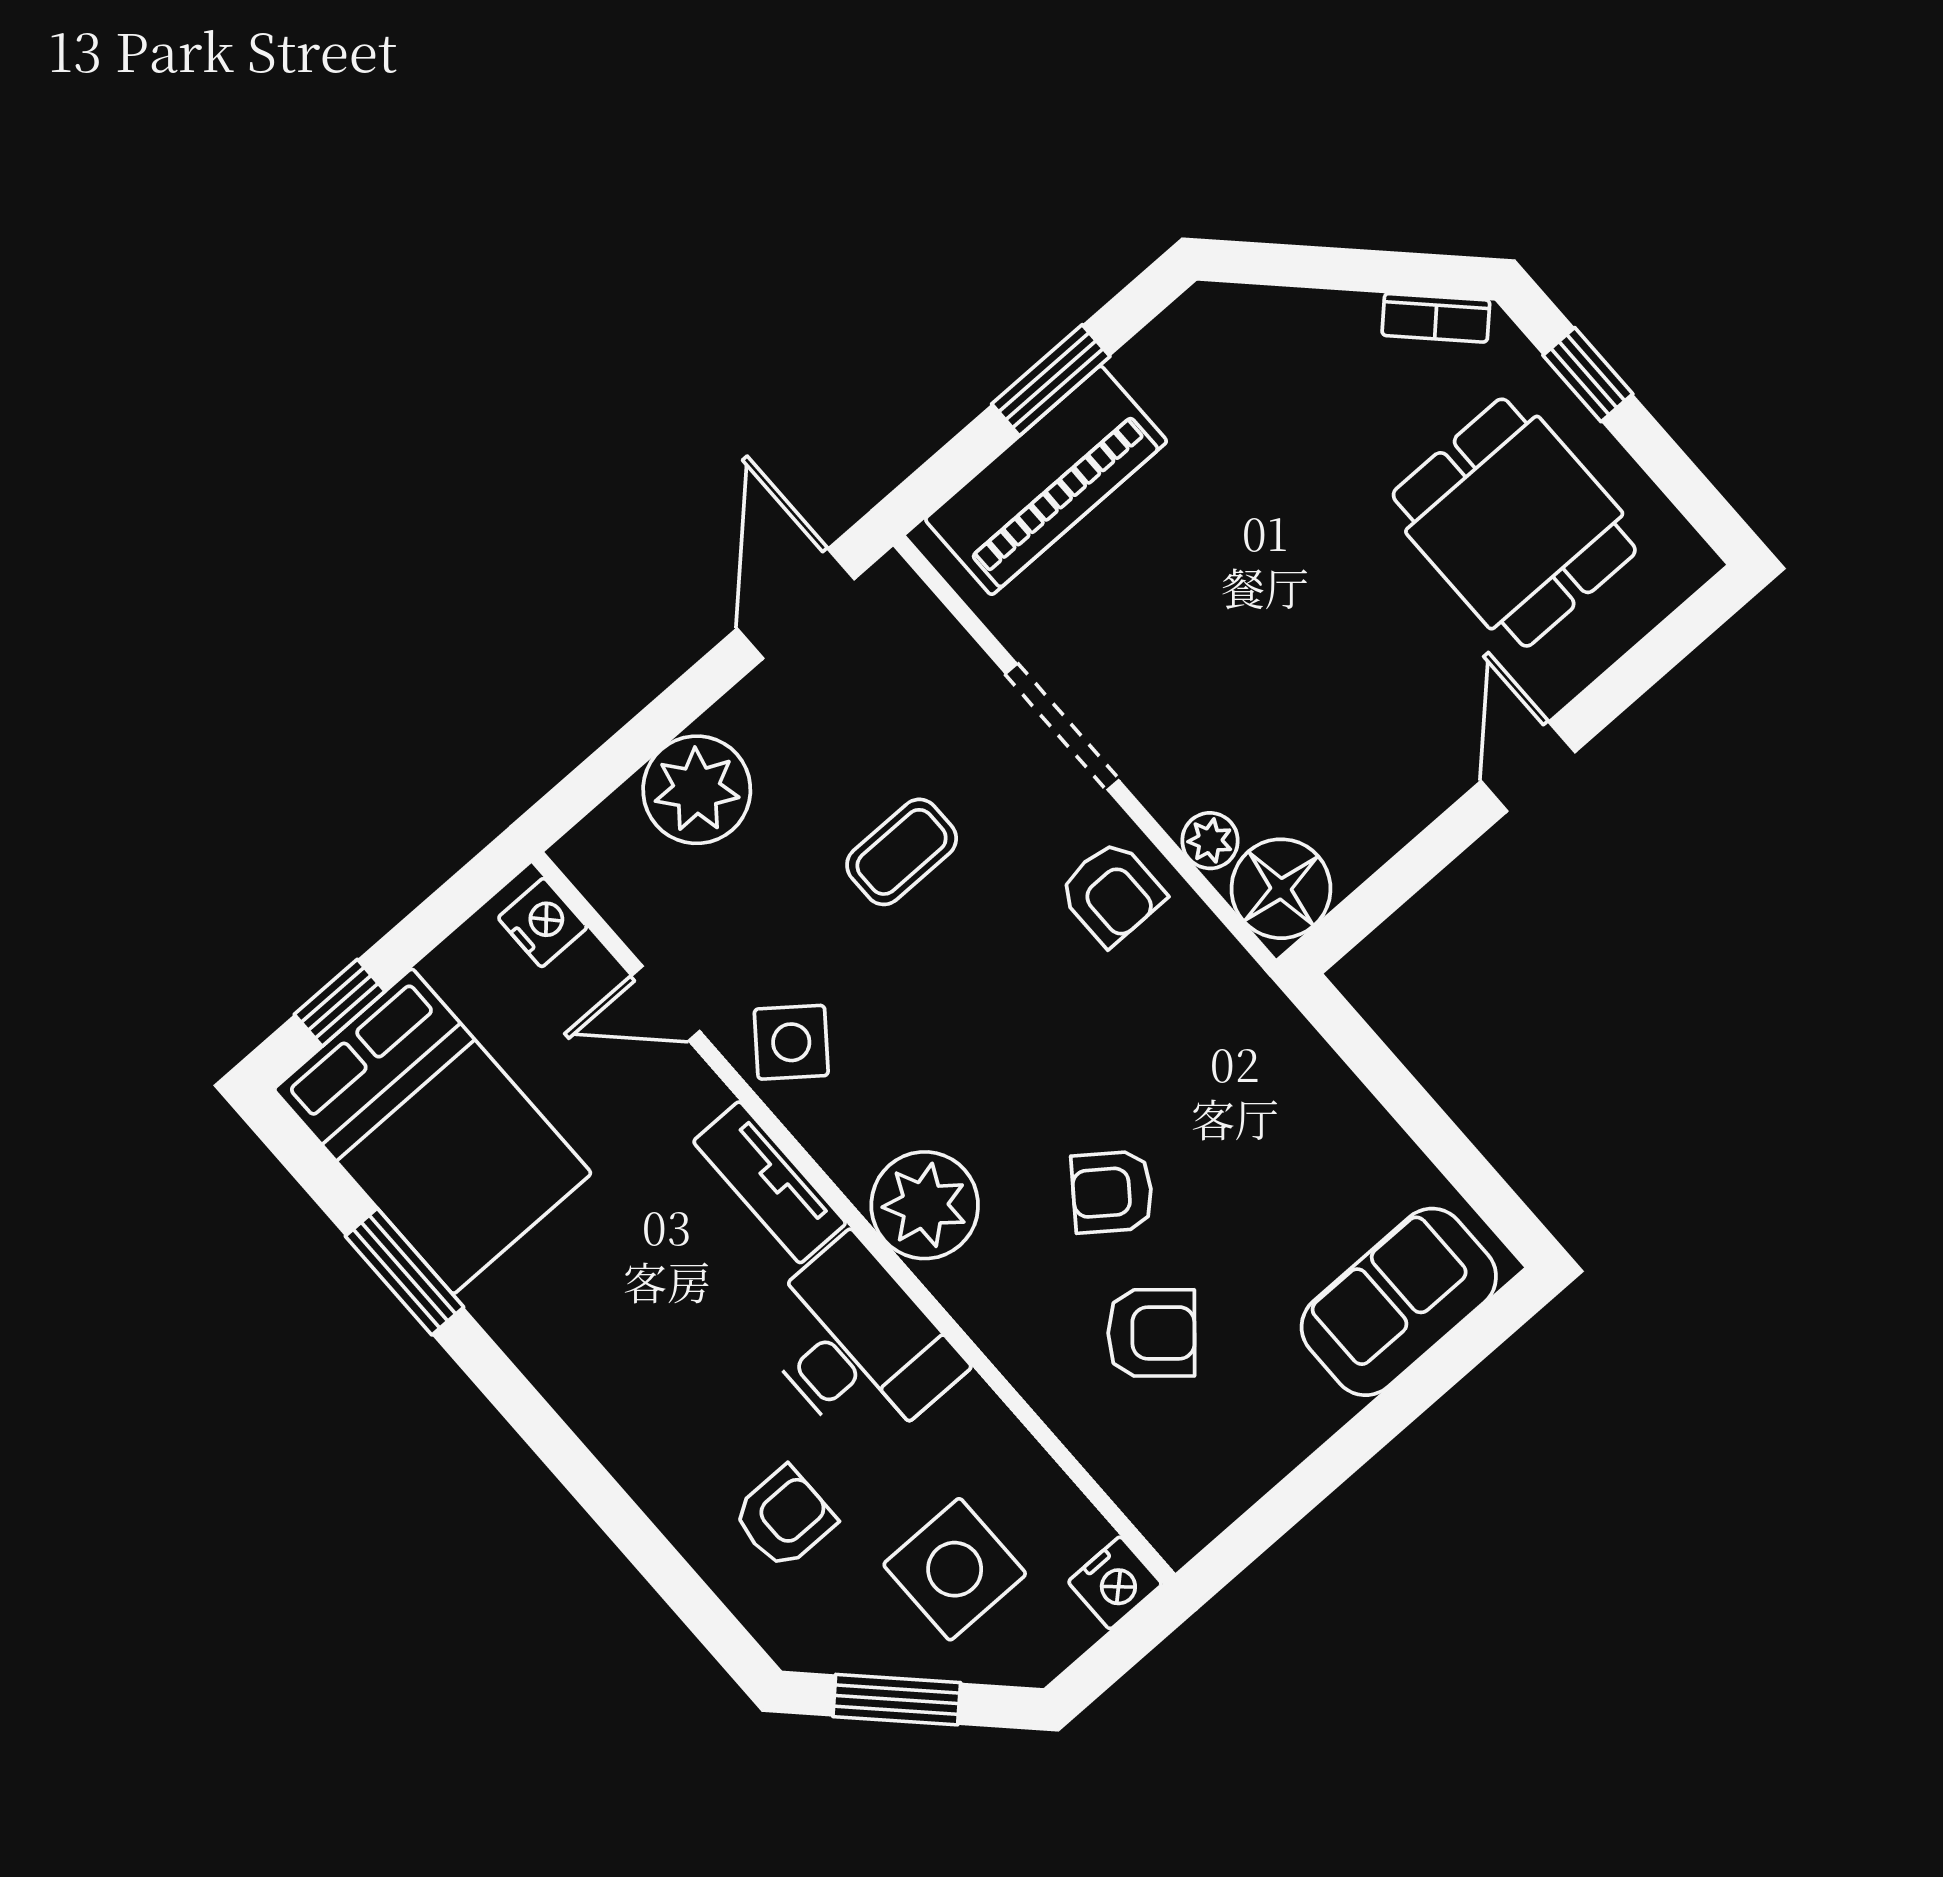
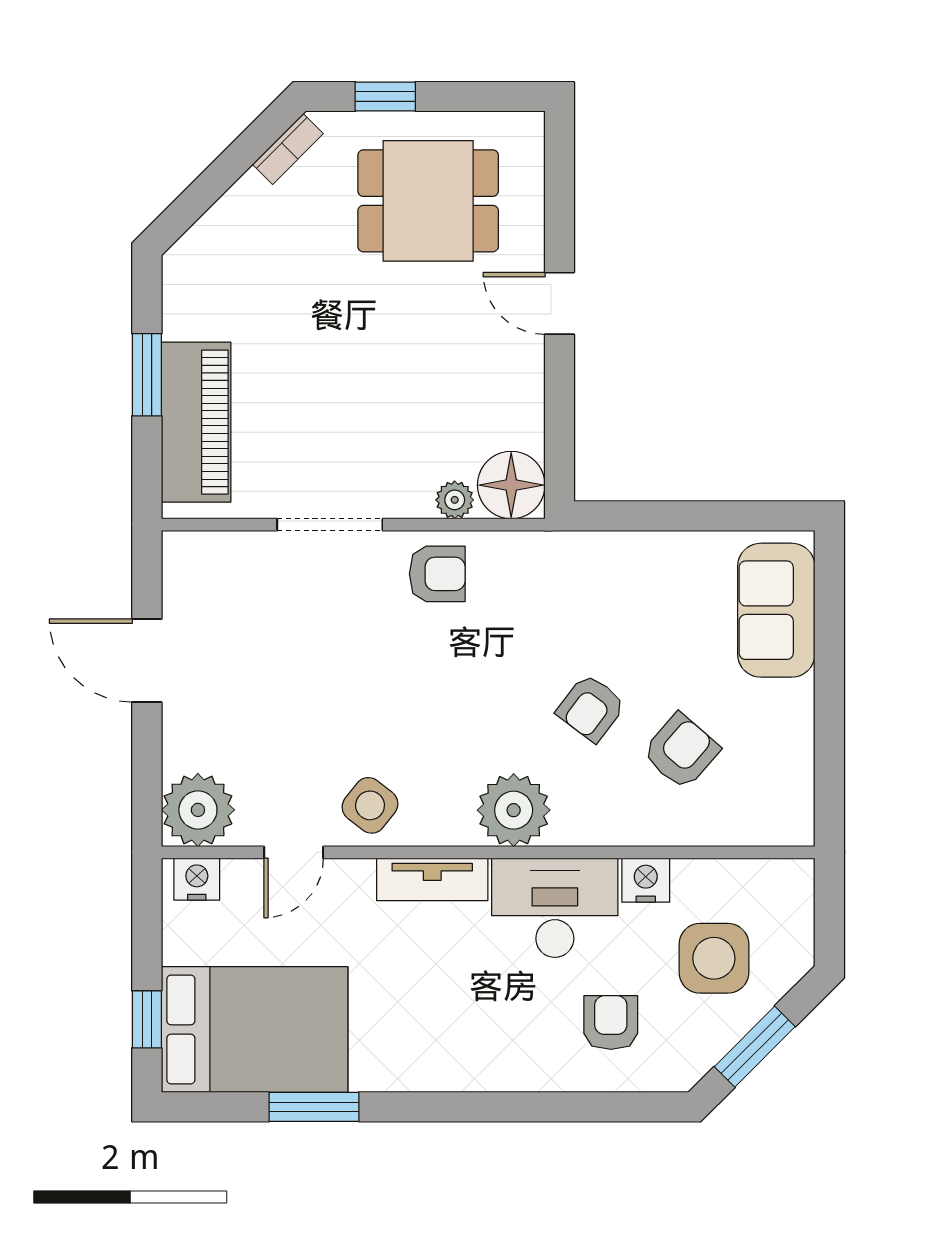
door: (796, 604) -> (147, 661), moved
plant: (697, 790) -> (198, 810), moved
coffee table: (902, 852) -> (322, 663), removed
nightstand: (1115, 1583) -> (646, 880), moved, turned -90

